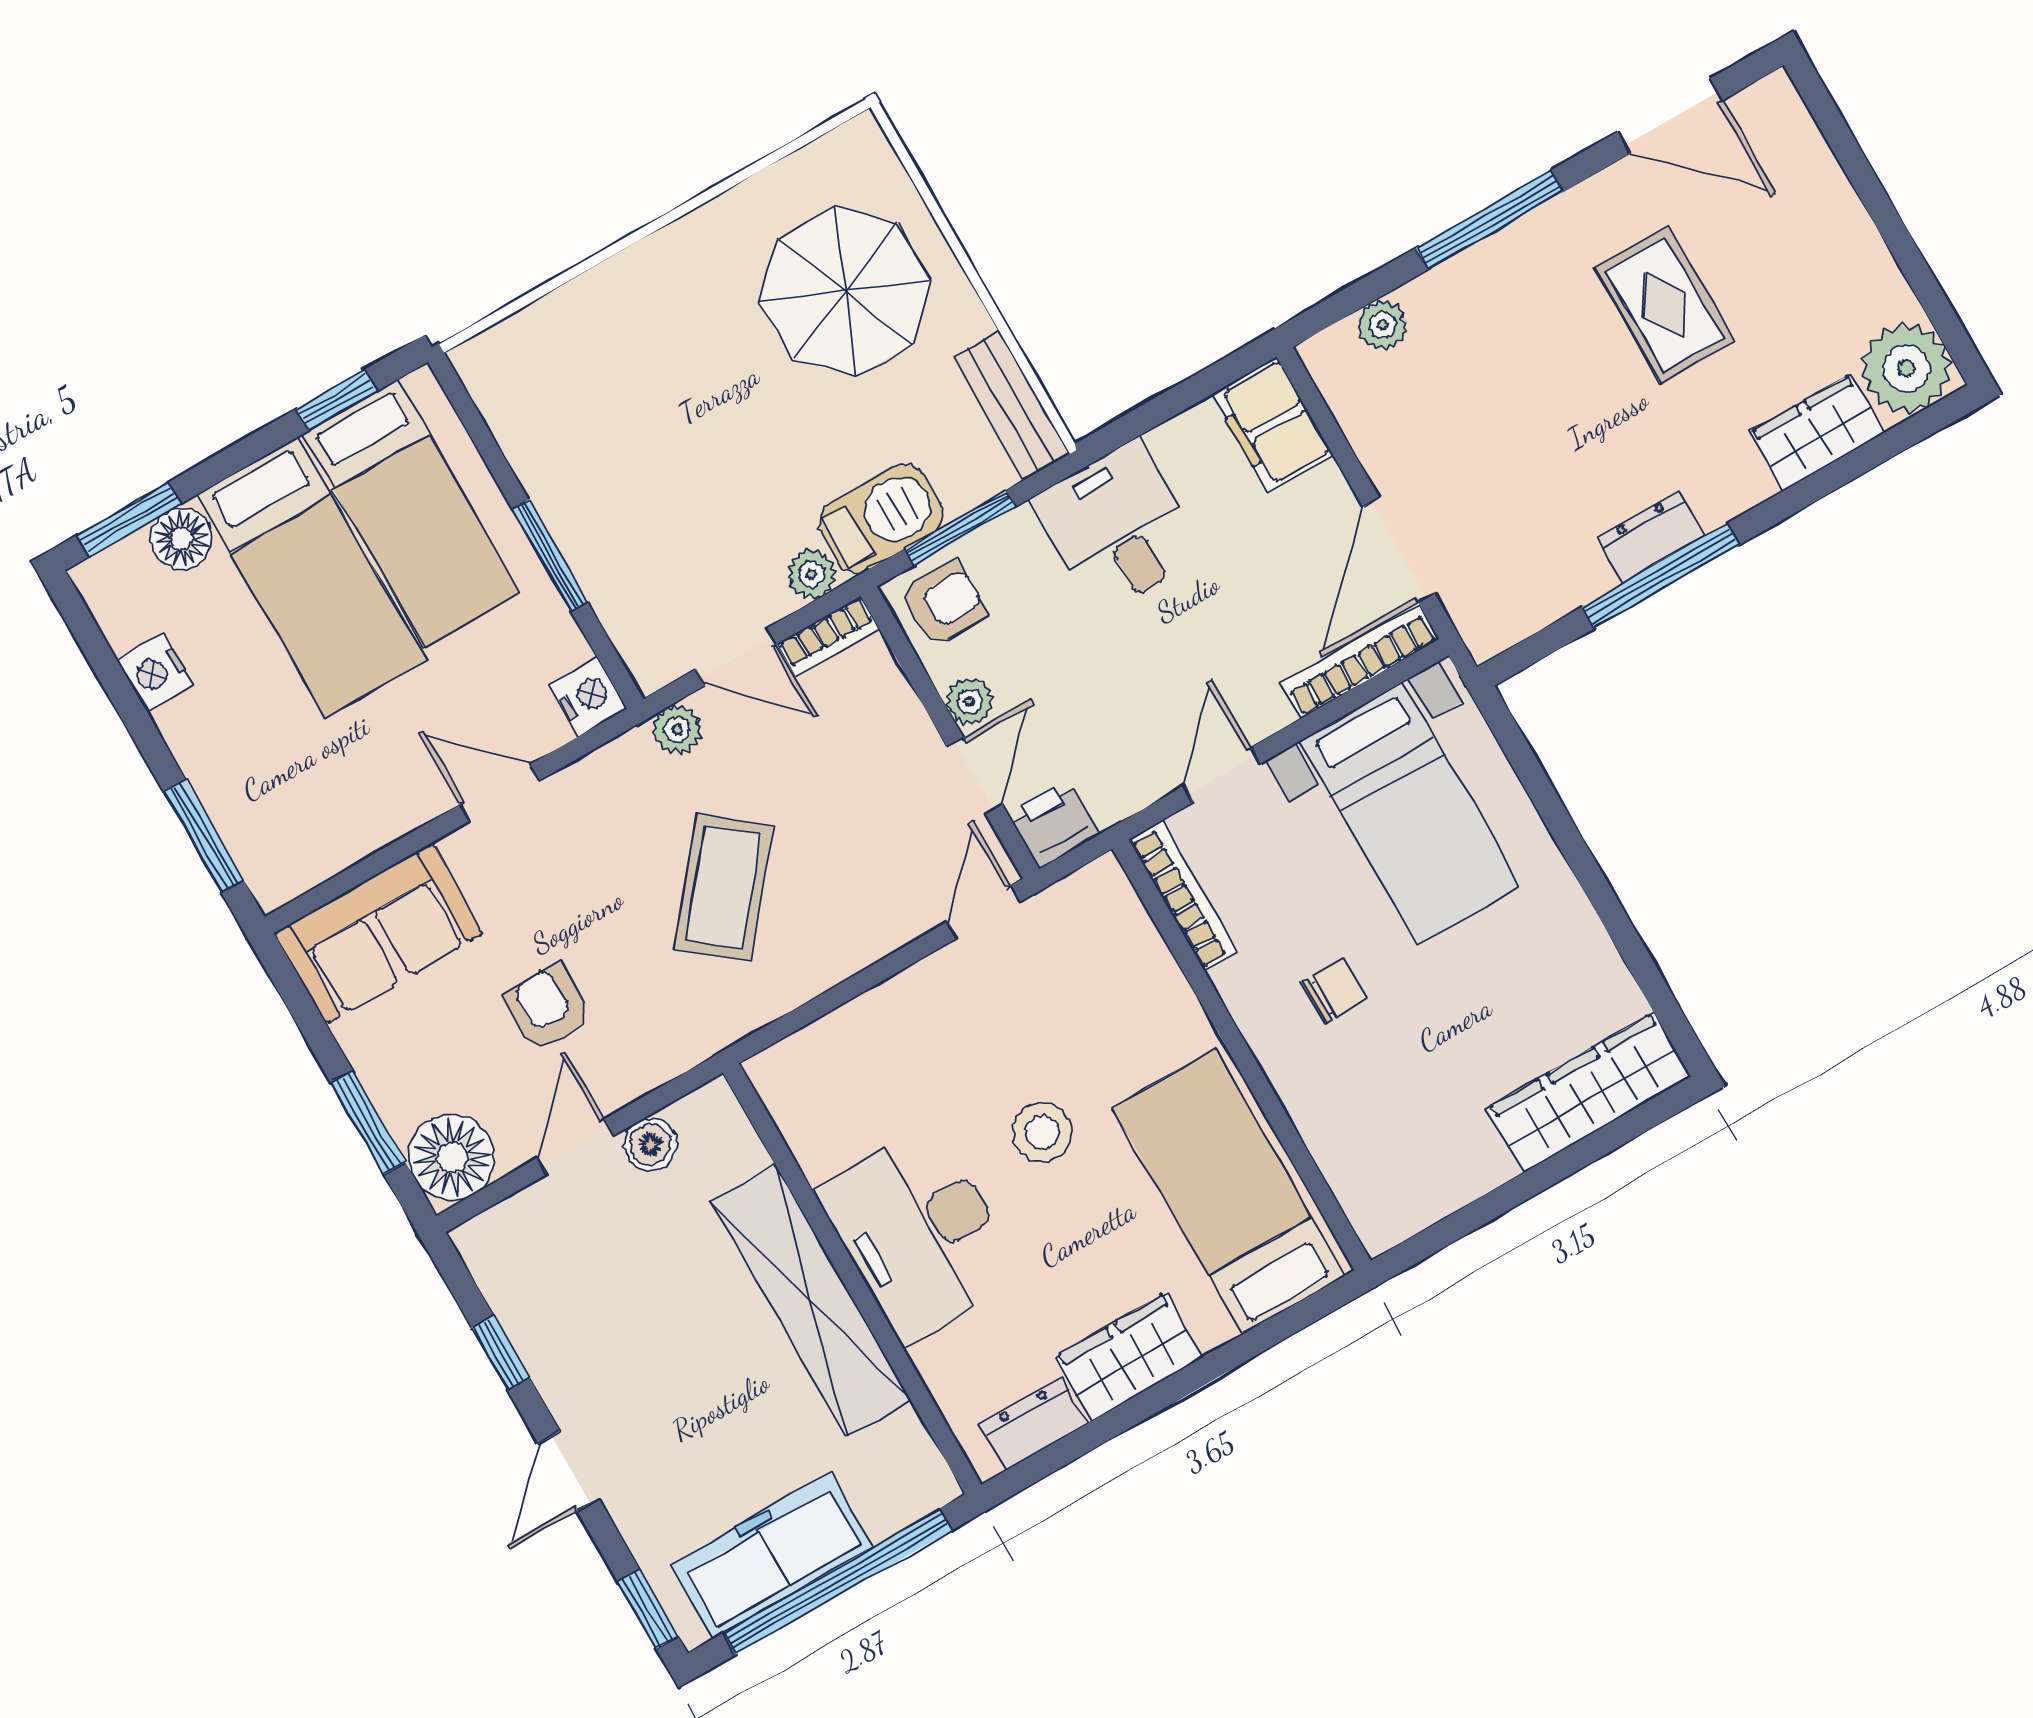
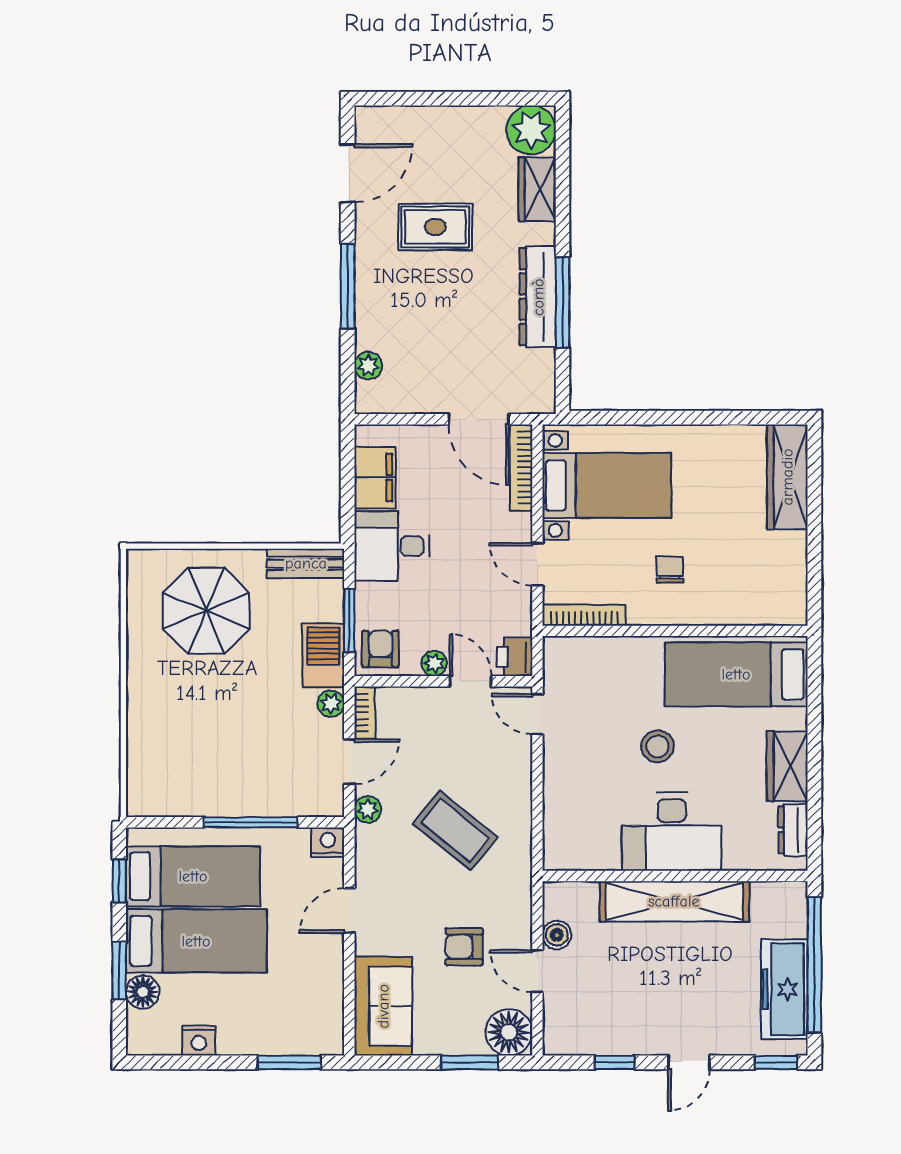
filing cabinet: (1272, 424) -> (375, 478), moved, turned -90
window: (129, 519) -> (119, 971), moved
dresser: (1650, 537) -> (538, 297), width x1.96, depth x1.24
window: (550, 555) -> (251, 822), width x1.44
door: (569, 1471) -> (689, 1062), hinge flipped

